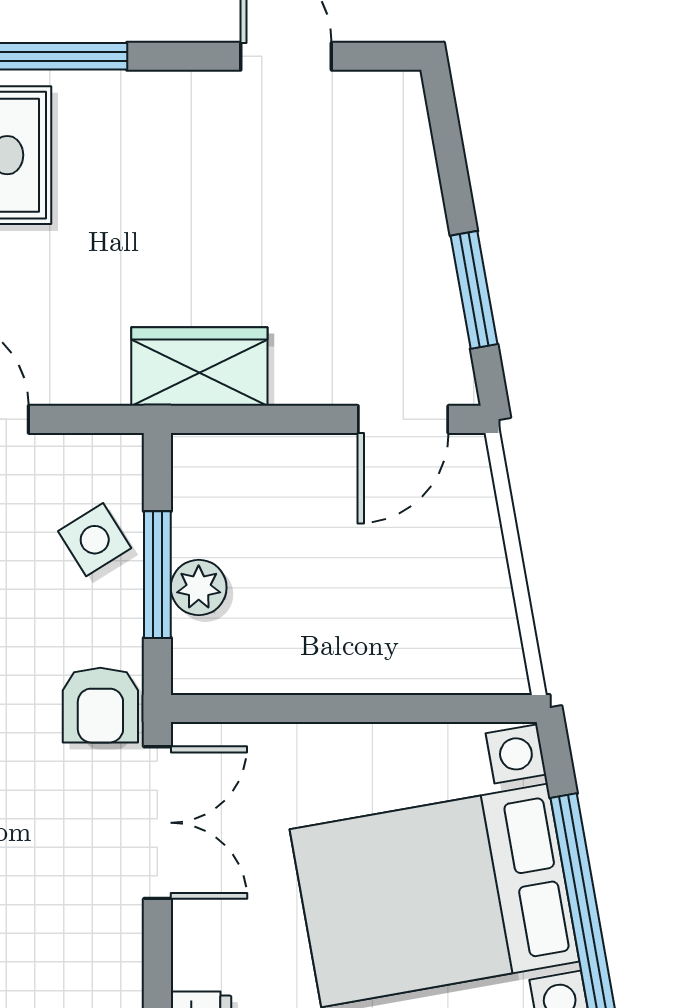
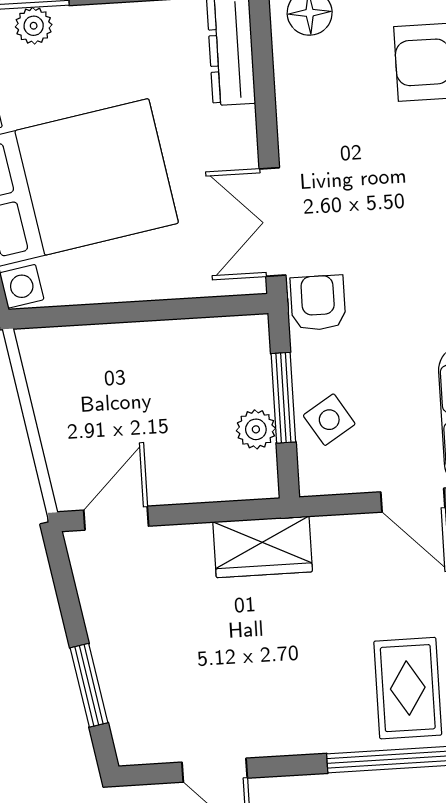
window: (474, 290) -> (89, 685), moved
plant: (199, 588) -> (256, 429), moved

